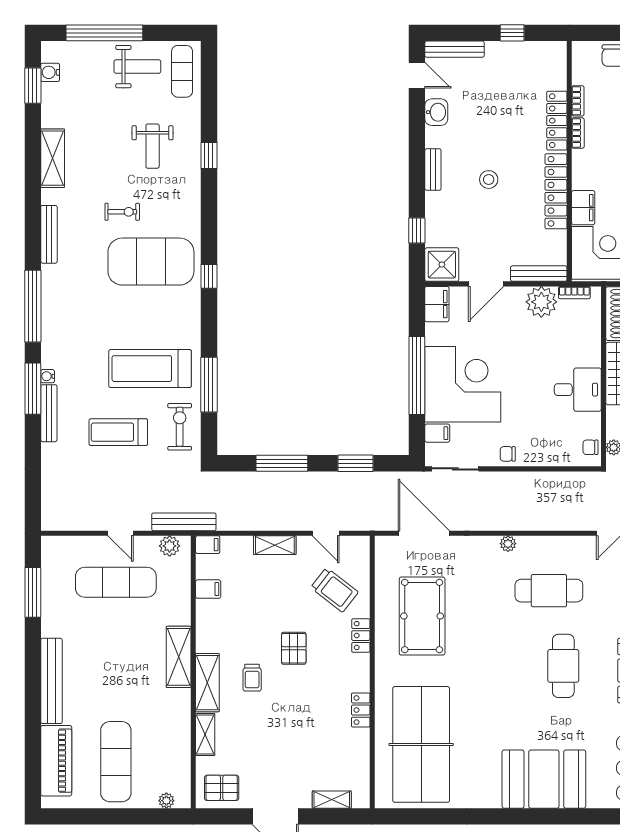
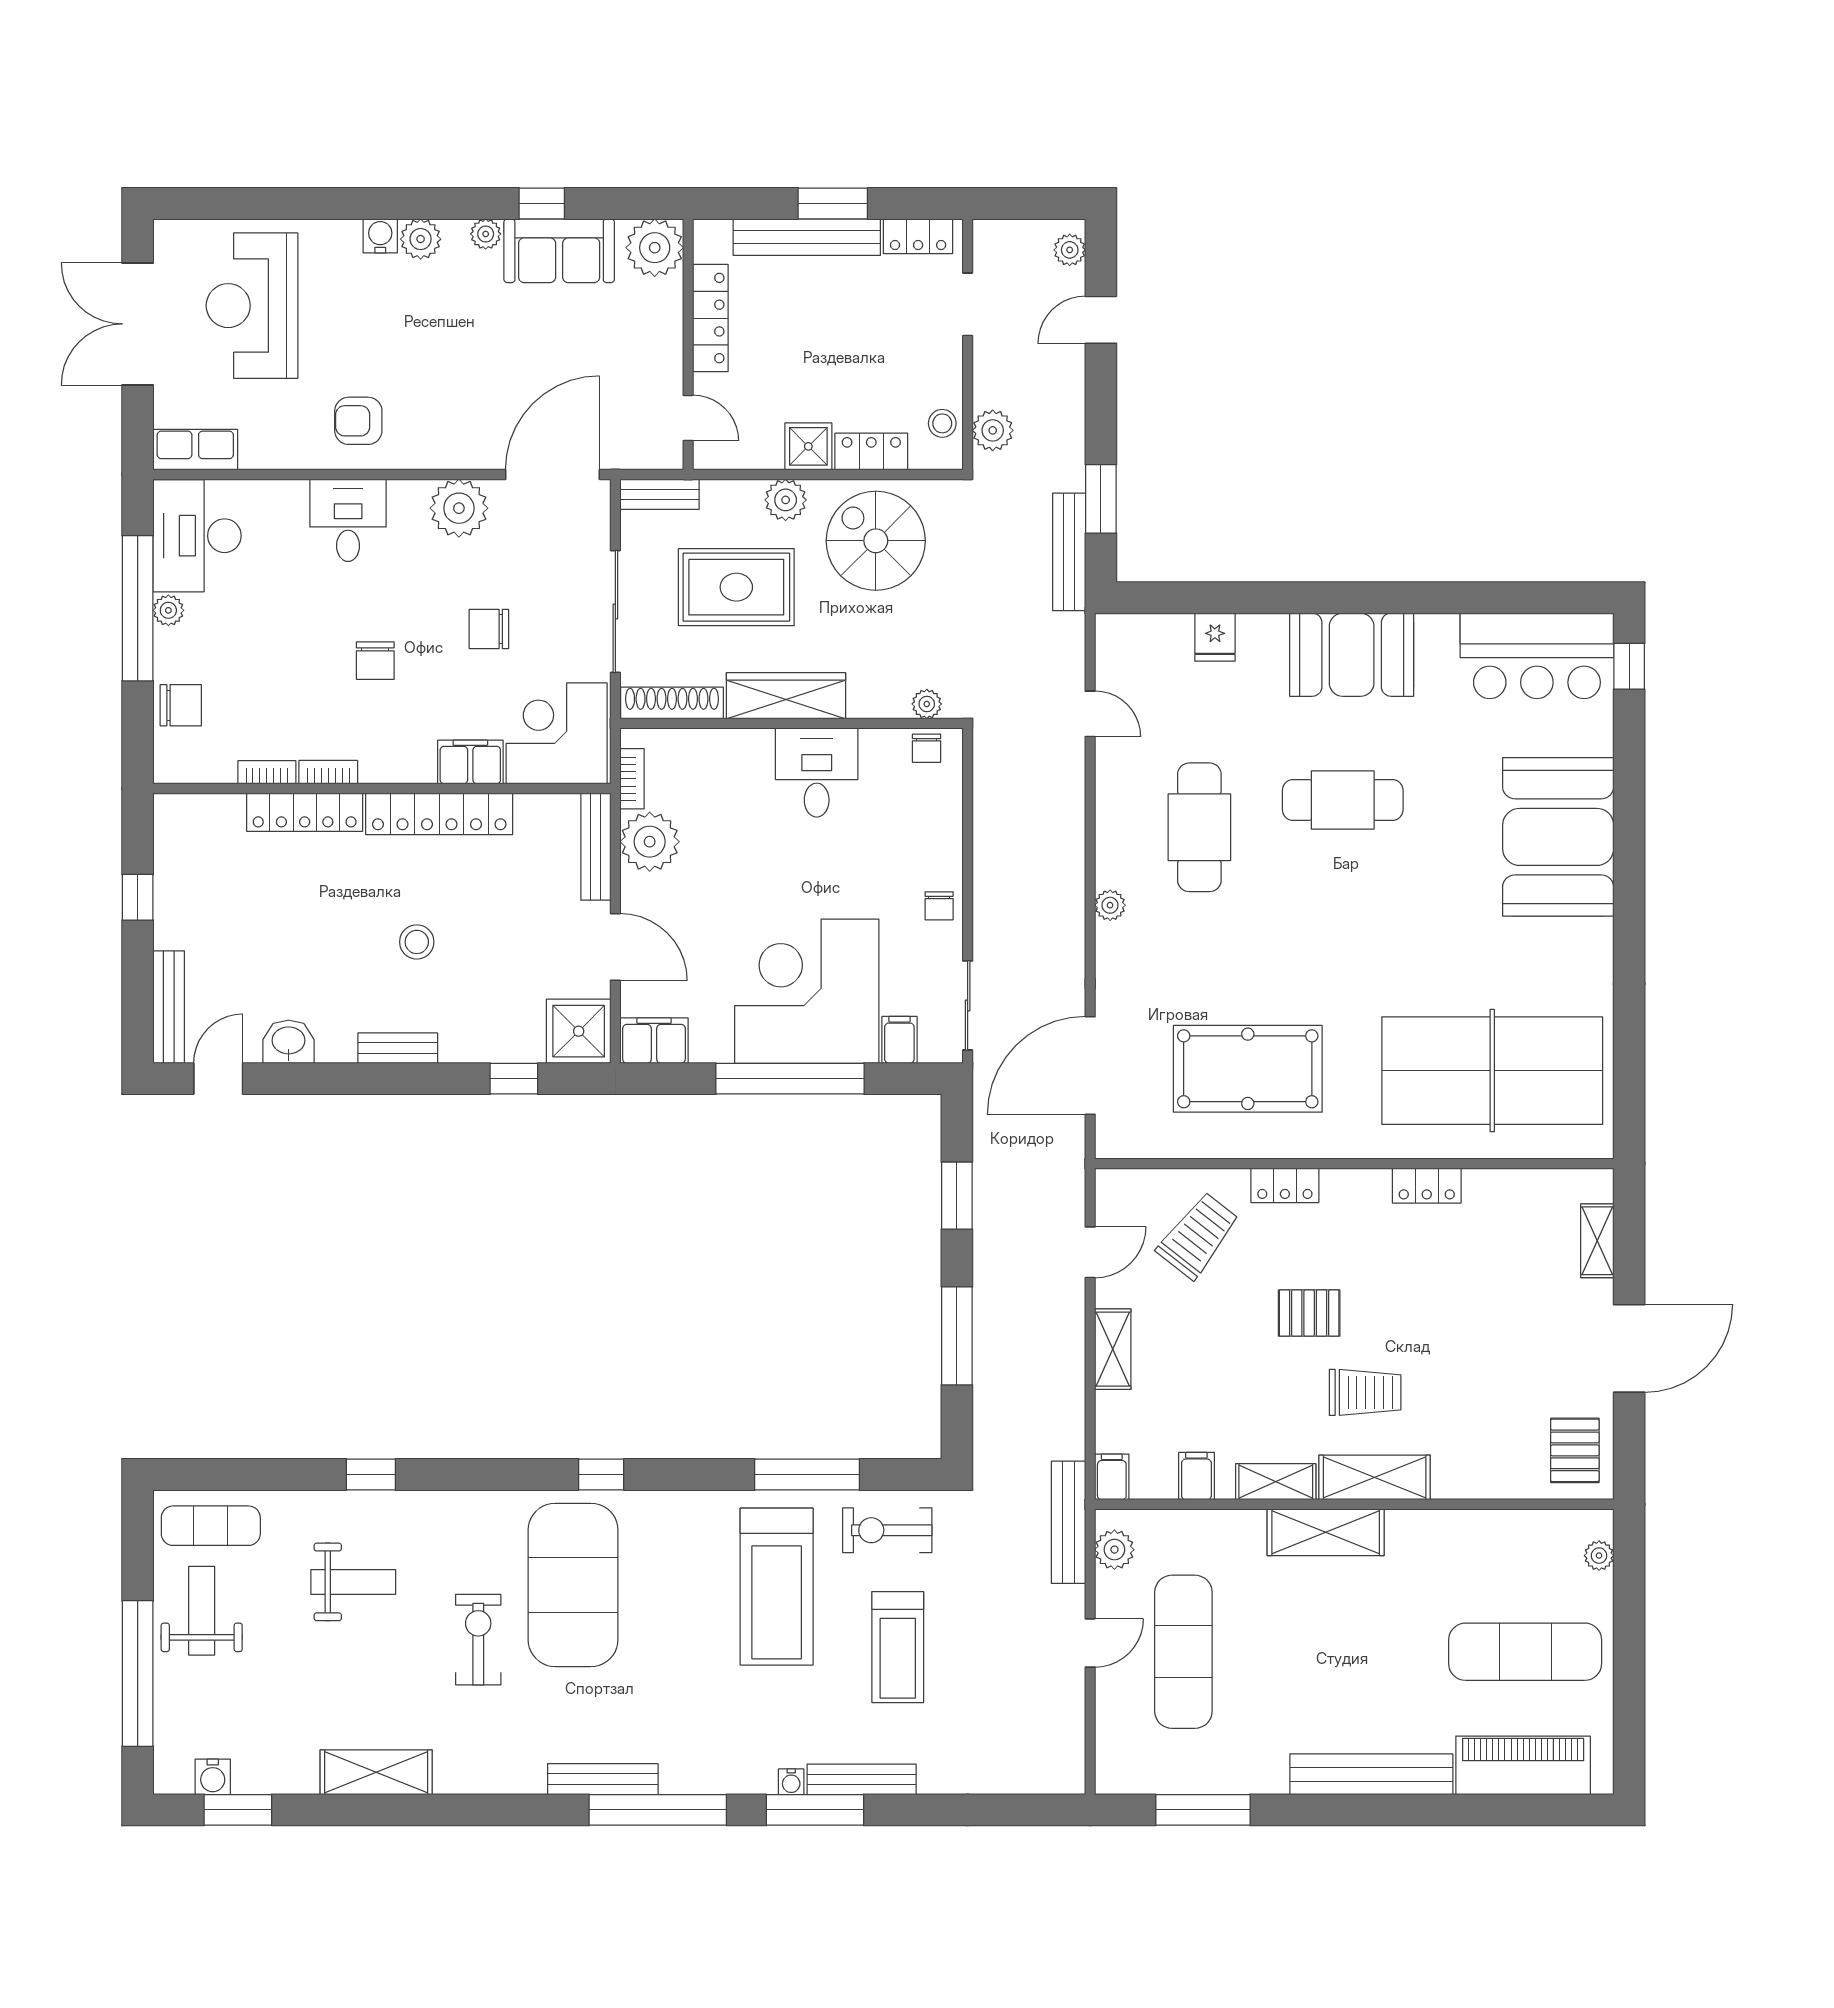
exercise bike: (122, 212) -> (478, 1640), width x1.38, depth x1.39
bench: (49, 234) -> (603, 1779), moved
trolley: (252, 678) -> (1365, 1392), width x1.36, depth x1.39
shelving: (205, 735) -> (1276, 1482), moved

